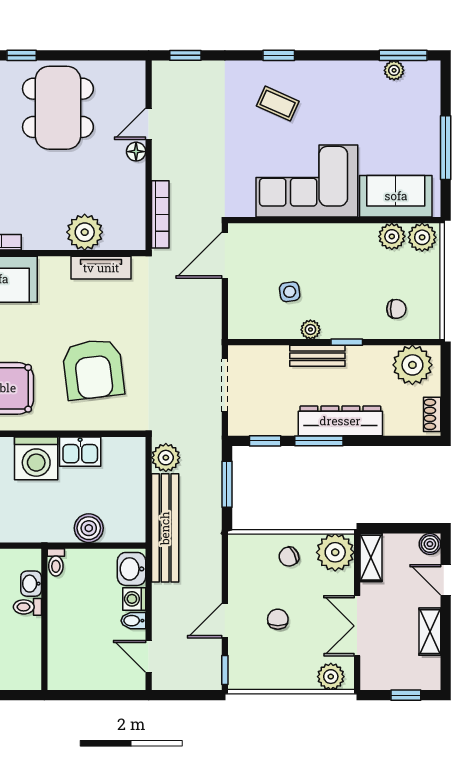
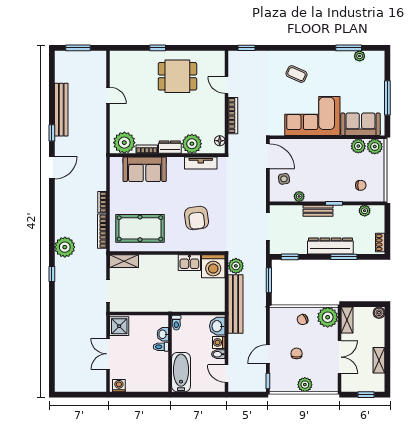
window: (279, 55) -> (297, 48), removed
window: (403, 55) -> (349, 48), moved
dining table: (58, 108) -> (177, 76), width x0.73
door: (149, 124) -> (227, 85), hinge flipped
floor lamp: (136, 152) -> (220, 141), moved
bookcase: (160, 214) -> (233, 116), moved
dresser: (44, 238) -> (170, 147), added
door: (225, 255) -> (268, 156), swing flipped
side table: (290, 292) -> (284, 179), moved
plant: (310, 330) -> (299, 196), moved
plant: (412, 365) -> (365, 211), width x0.53, depth x0.53
armchair: (93, 369) -> (196, 218), width x0.73, depth x0.73
window: (319, 441) -> (344, 257), moved
washing machine: (36, 458) -> (213, 266), moved
boiler: (89, 528) -> (194, 304), removed
door: (446, 580) -> (387, 332), removed
double door: (357, 626) -> (340, 357), swing flipped
bathtub: (65, 654) -> (181, 372), added
plant: (331, 677) -> (305, 385), moved

